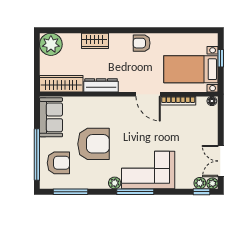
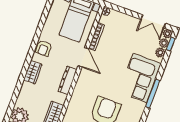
wardrobe: (95, 41) -> (33, 72), moved
dresser: (101, 85) -> (67, 80), moved
door: (148, 94) -> (83, 57), hinge flipped
plant: (115, 183) -> (160, 53), moved

